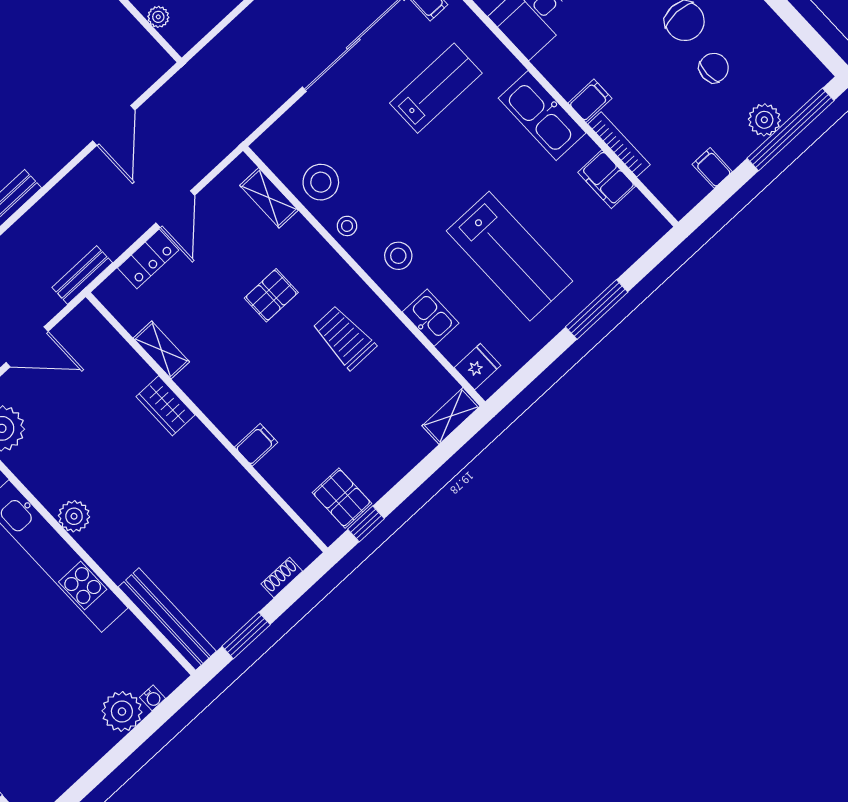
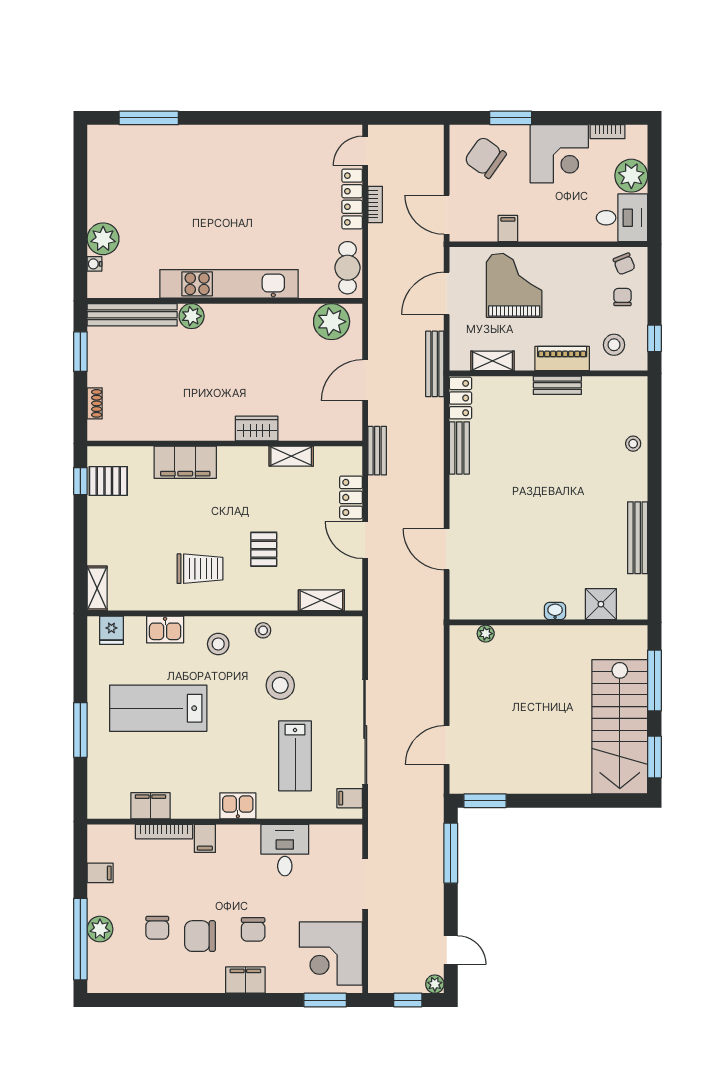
kitchen sink: (542, 116) -> (238, 806), width x0.53, depth x0.81
stool: (321, 182) -> (280, 685), moved
filing cabinet: (256, 445) -> (185, 462), width x3.00, depth x1.17
plant: (74, 516) -> (192, 316), moved

